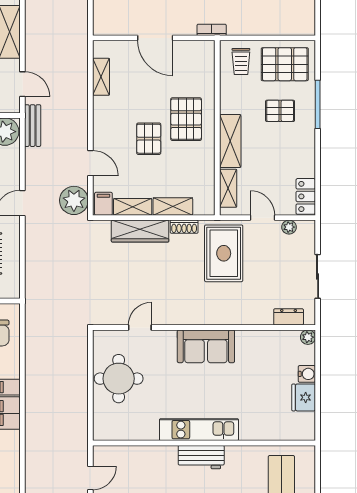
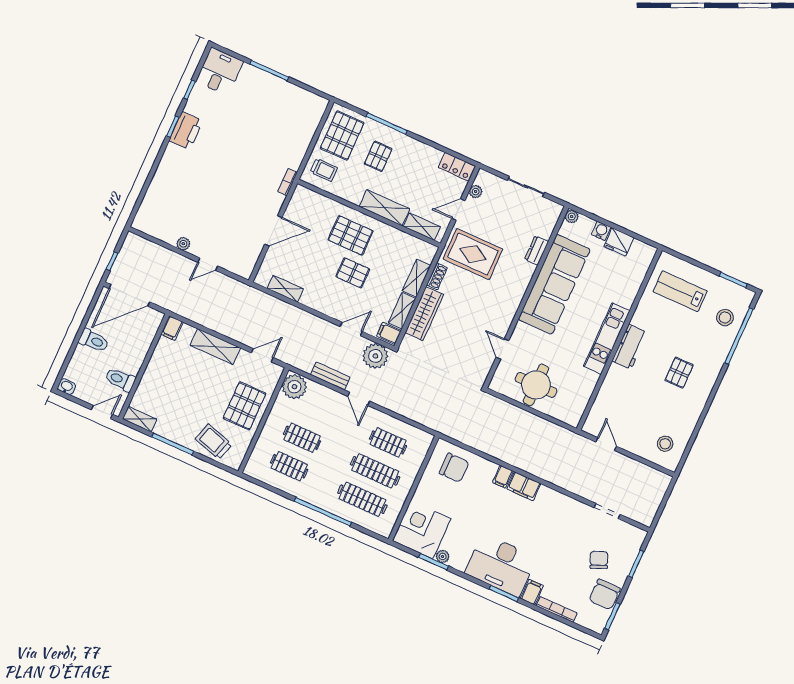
bench: (33, 126) -> (330, 376), moved
dresser: (289, 317) -> (537, 250), moved
sofa: (206, 346) -> (554, 284), width x1.85, depth x1.27

